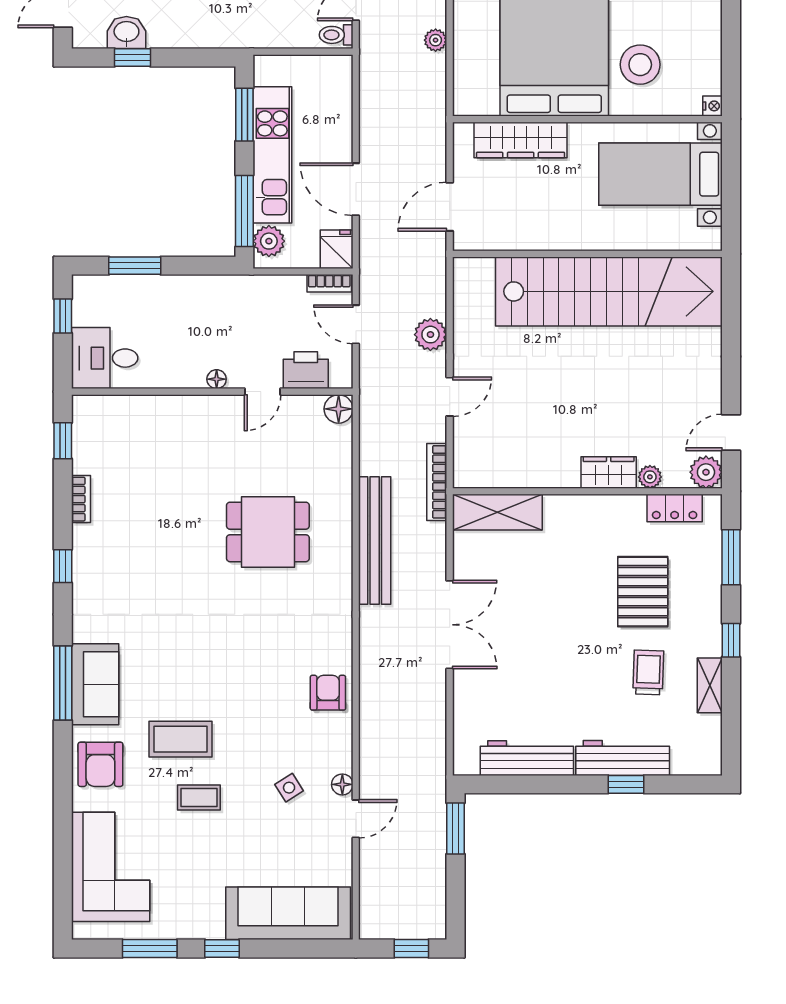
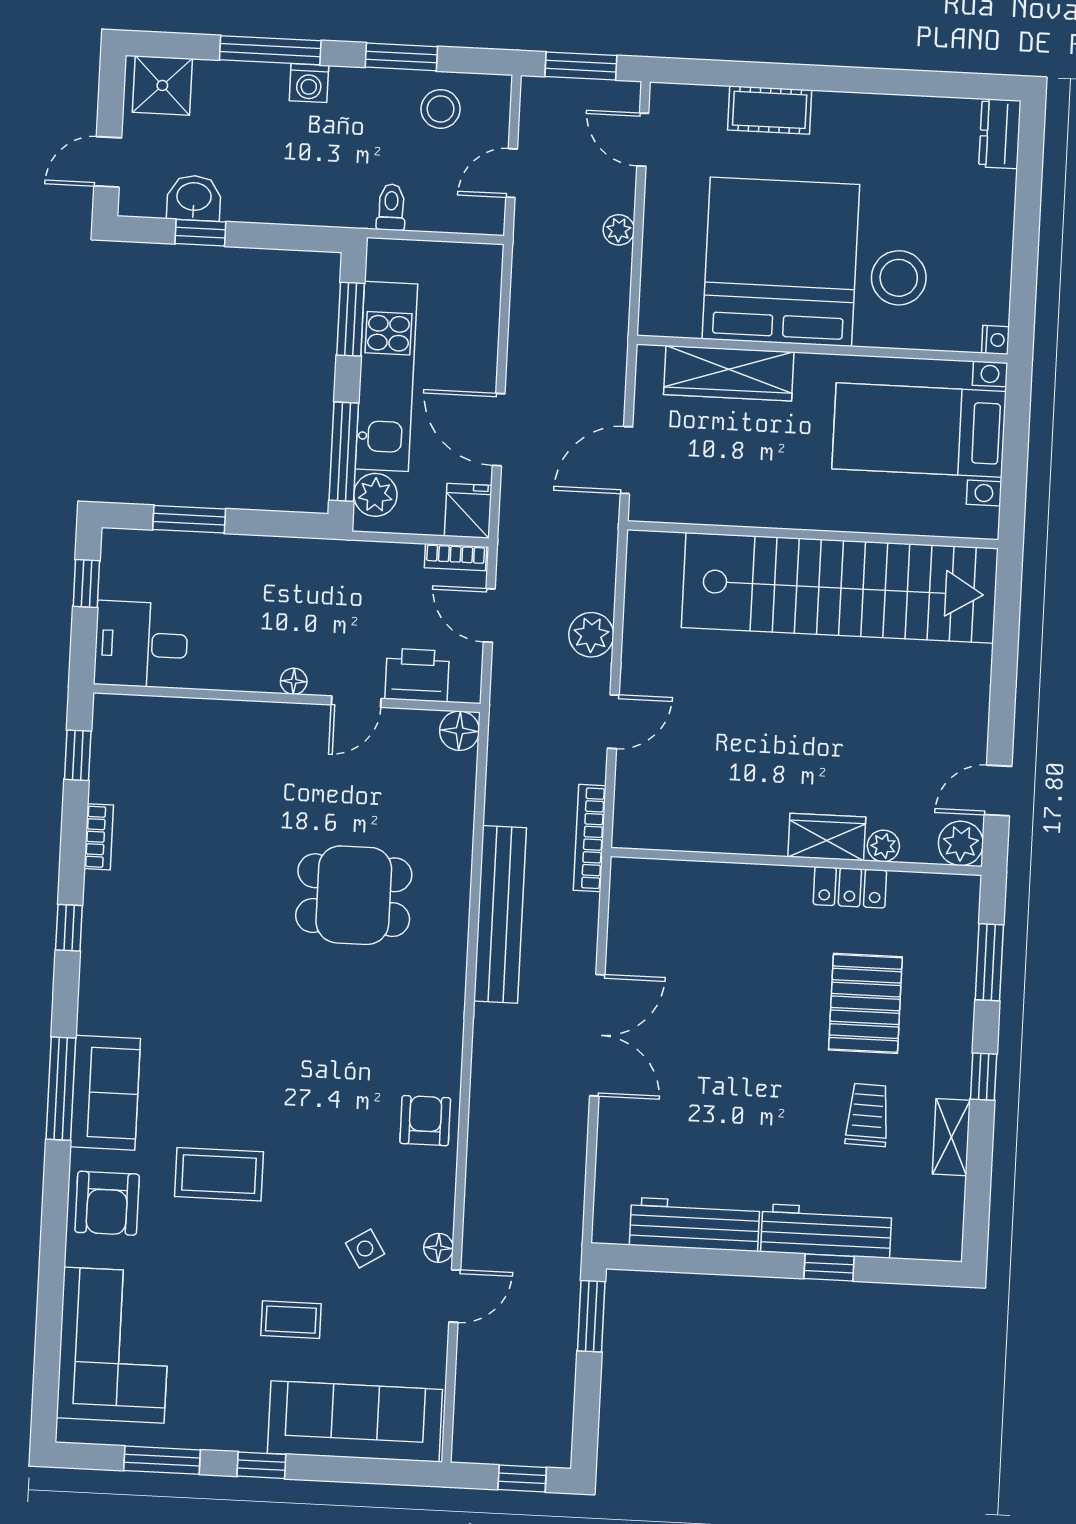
toilet: (336, 35) -> (391, 207), moved, turned 90
locker: (675, 508) -> (850, 887), moved
shelving: (497, 512) -> (671, 884), removed
coffee table: (199, 797) -> (291, 1320), moved

